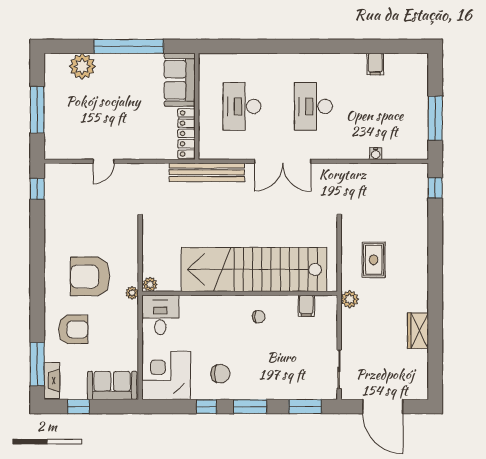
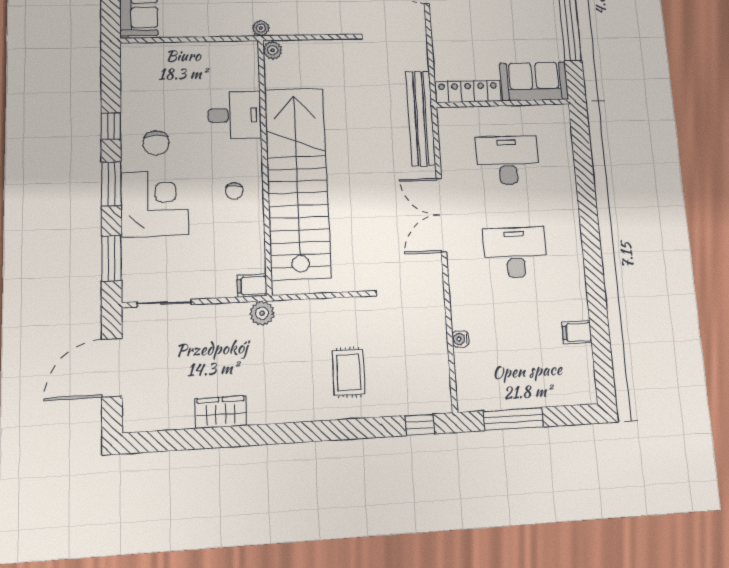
rug: (374, 260) -> (349, 372), moved, turned 90
filing cabinet: (306, 306) -> (252, 286), moved
desk: (160, 315) -> (234, 115), moved
corner desk: (166, 375) -> (154, 204), moved

